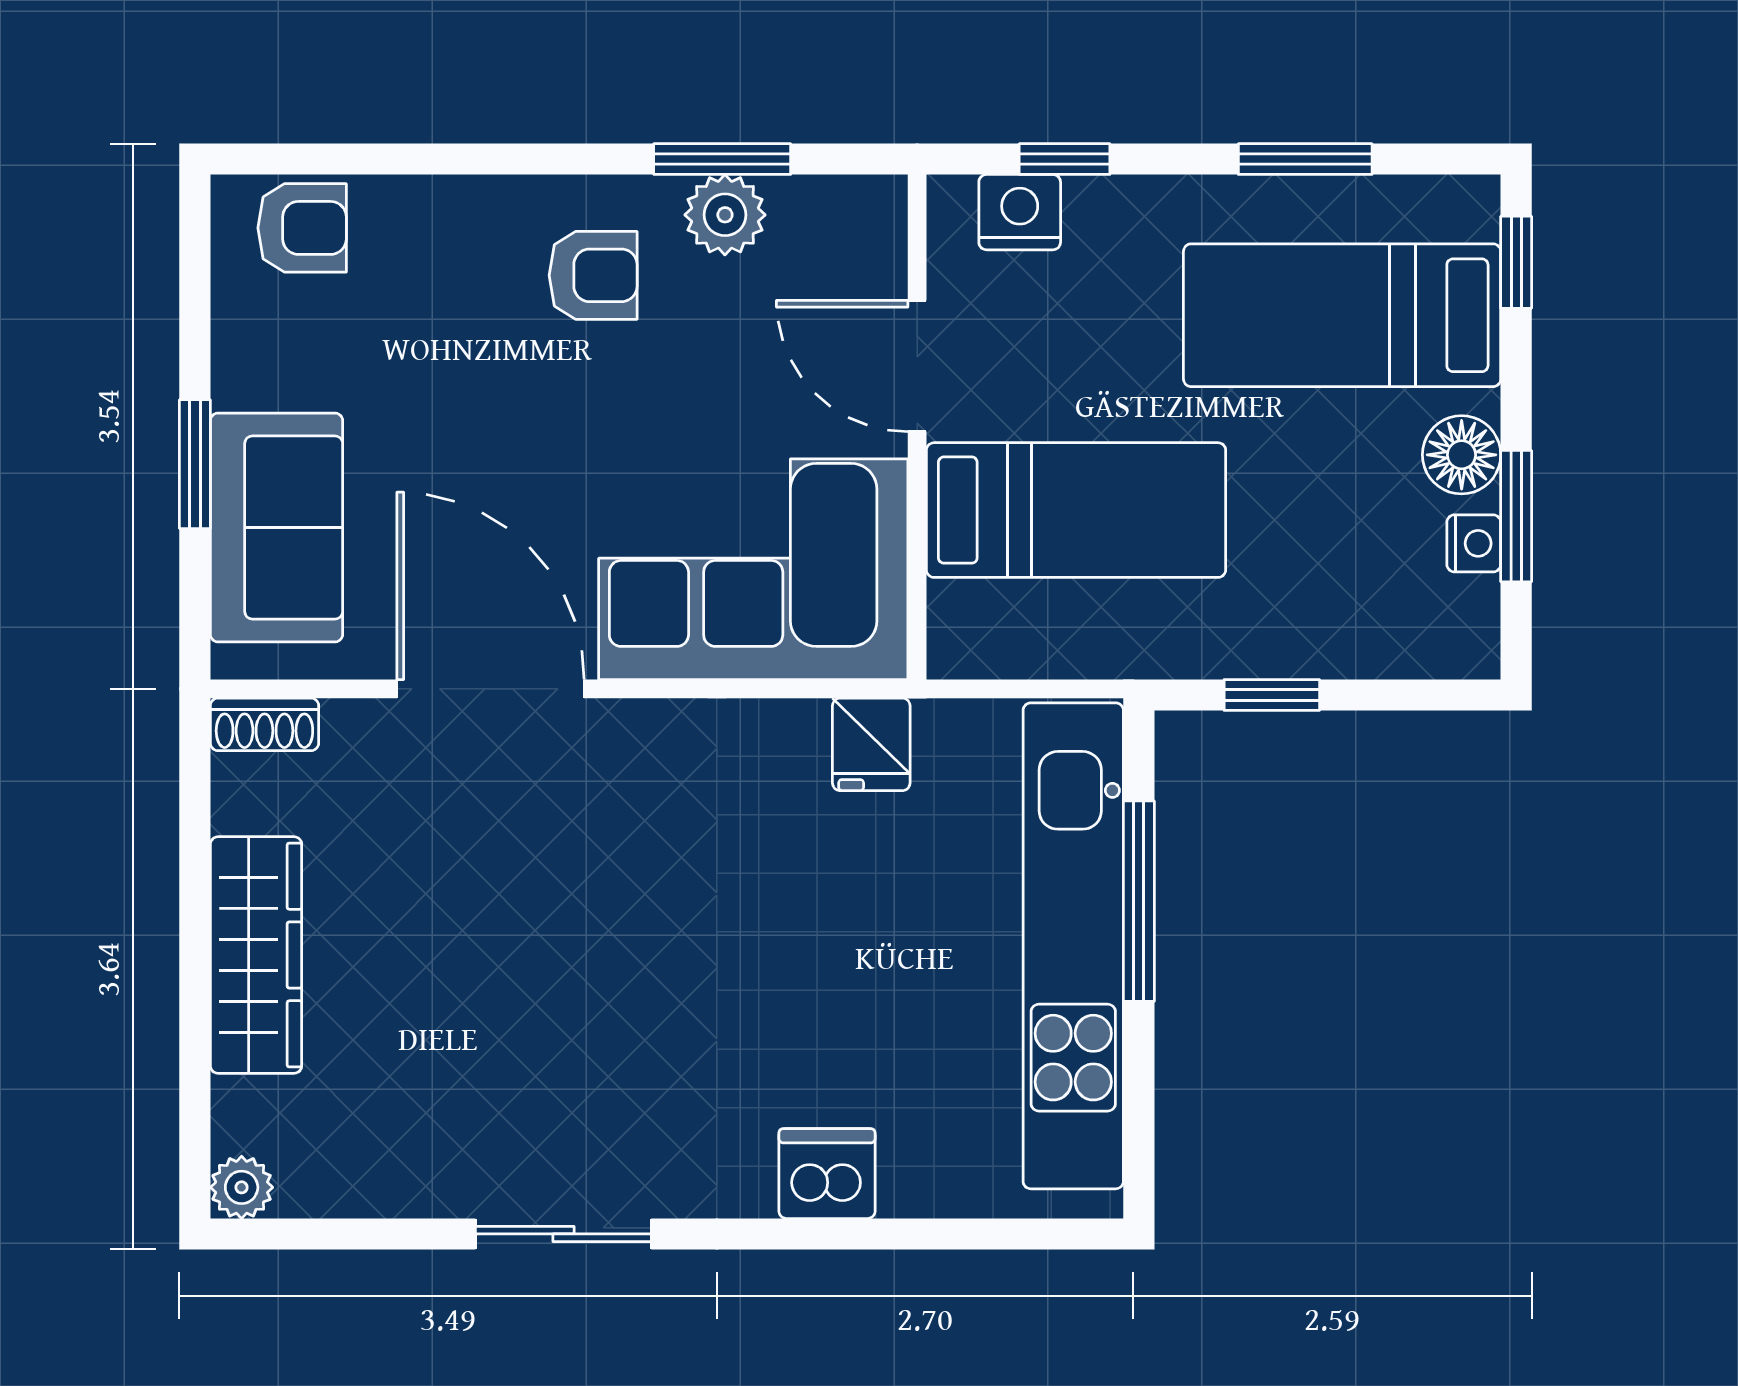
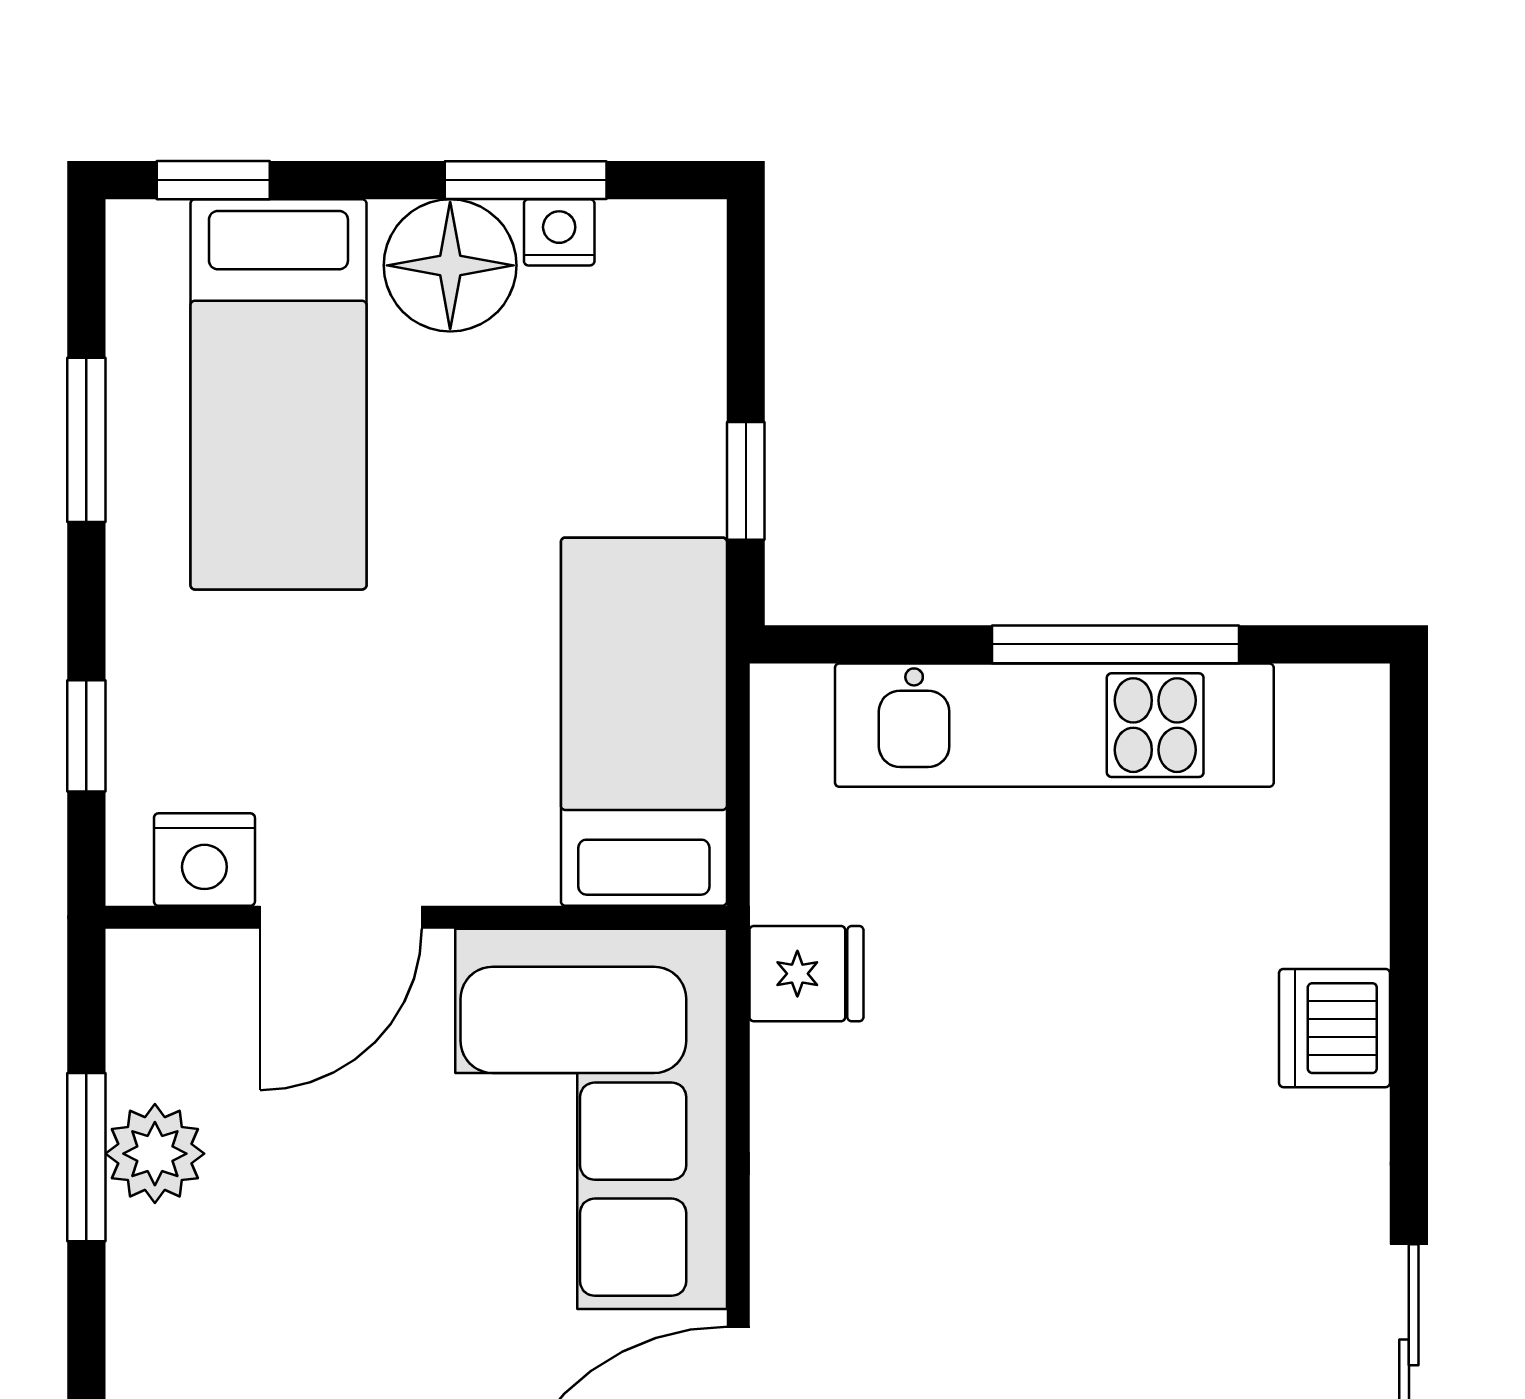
nightstand: (1020, 212) -> (204, 860), moved, turned -90
armchair: (593, 275) -> (229, 1316), removed
floor lamp: (1462, 455) -> (450, 265), width x1.38, depth x1.38
bed: (1076, 510) -> (644, 722), moved
window: (1139, 901) -> (1116, 644), moved
kitchen unit: (1073, 946) -> (1054, 725), width x0.73

